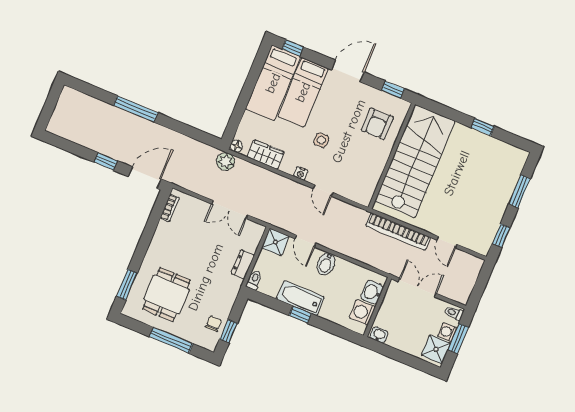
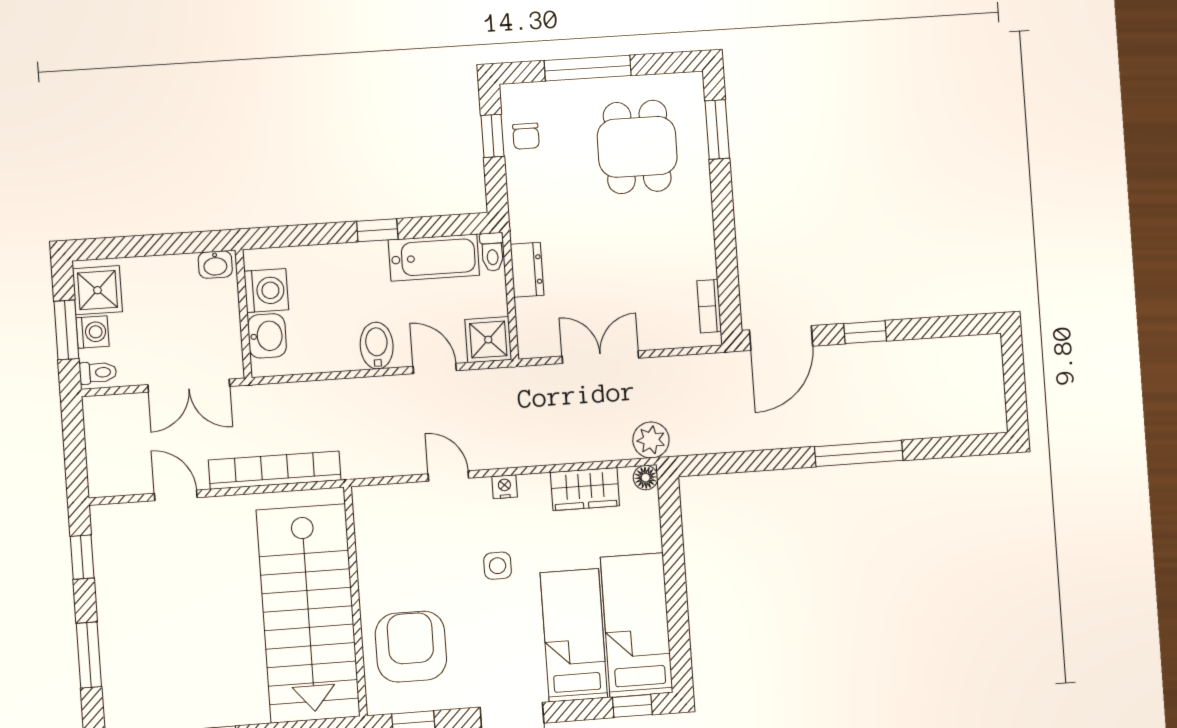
armchair: (377, 124) -> (411, 647), width x1.36, depth x1.36
bathtub: (300, 298) -> (434, 258), moved

